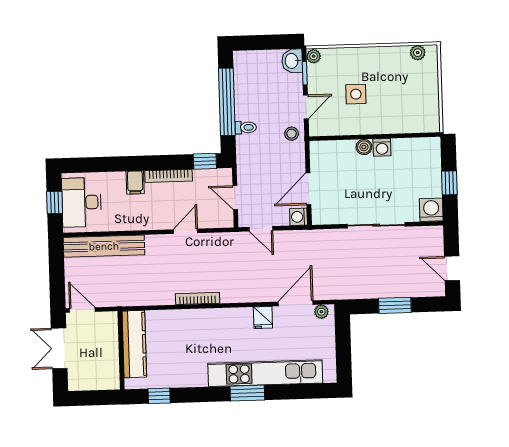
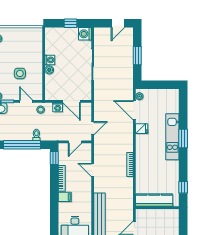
washing machine: (298, 217) -> (58, 107), moved
kitchen unit: (265, 373) -> (172, 137), width x0.73

